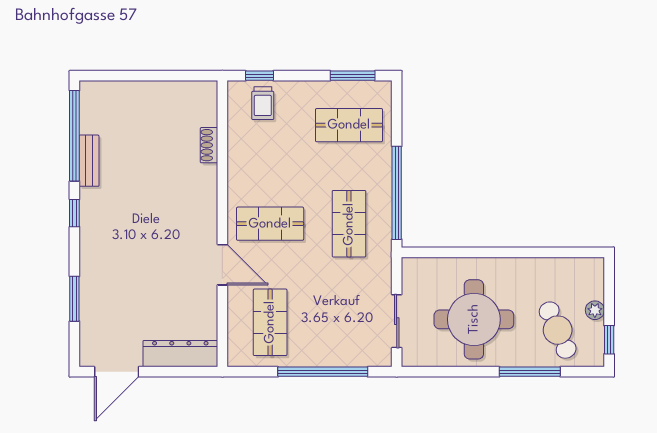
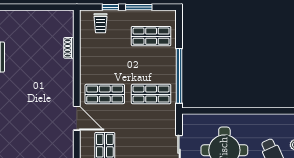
window: (259, 76) -> (110, 7), moved
window: (353, 76) -> (139, 7), moved
shop shelf: (349, 224) -> (151, 94), turned 90

